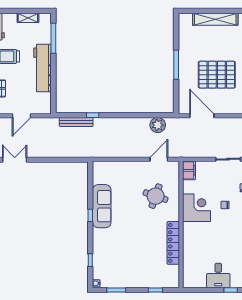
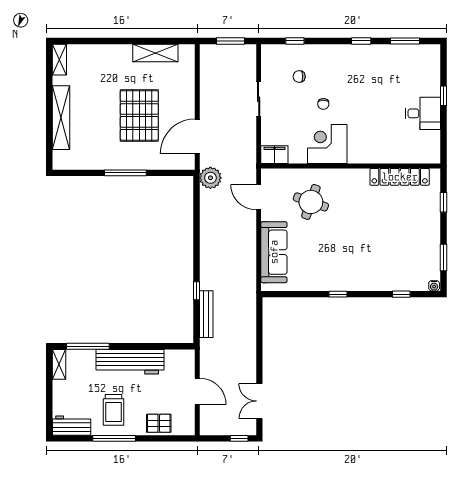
shelving: (28, 18) -> (59, 364), moved
plant: (158, 125) -> (210, 178), moved
sofa: (102, 206) -> (274, 252), moved, turned 90
locker: (173, 243) -> (400, 177), moved

